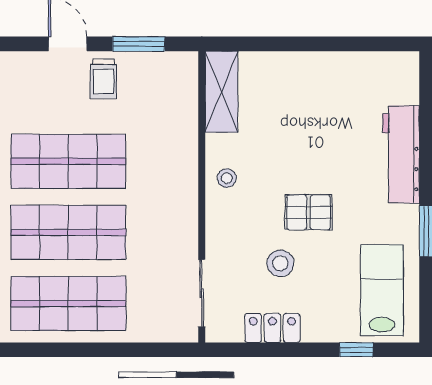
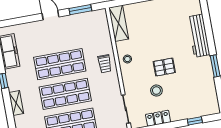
trolley: (103, 79) -> (105, 64), moved
lab bench: (382, 290) -> (201, 94), removed

